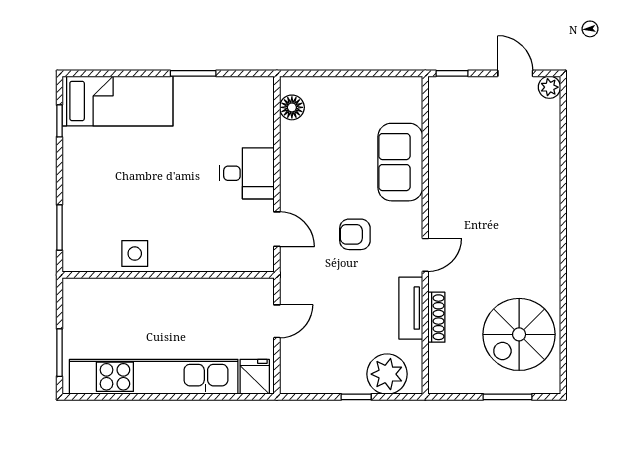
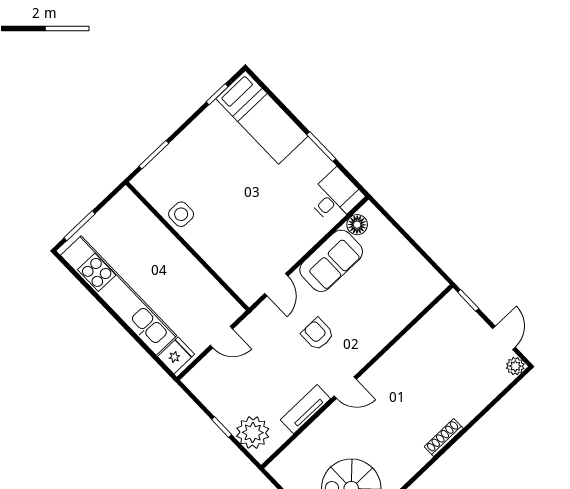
sofa: (400, 162) -> (331, 261), moved, turned 180
desk: (247, 173) -> (335, 197), moved, turned -90
shoe rack: (436, 317) -> (444, 438), moved, turned 180

